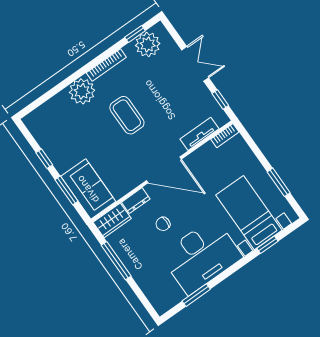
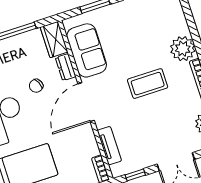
sofa: (88, 189) -> (87, 50), moved, turned -90
chair: (163, 224) -> (36, 86), turned -115

